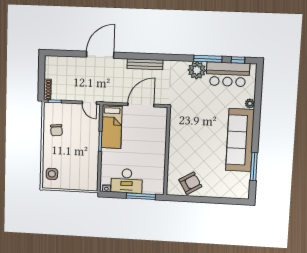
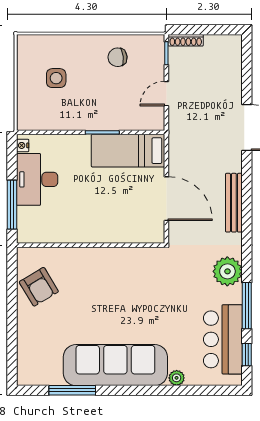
plant: (197, 70) -> (227, 271), moved
door: (89, 103) -> (166, 94), moved
side table: (52, 174) -> (56, 78), moved

